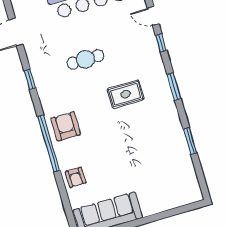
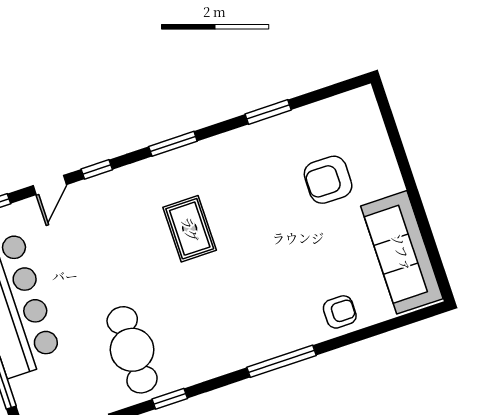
cafe table: (85, 59) -> (132, 350), moved, width x1.37, depth x1.35
armchair: (66, 126) -> (328, 180), moved
window: (49, 143) -> (282, 361), width x0.68

